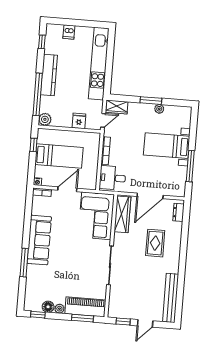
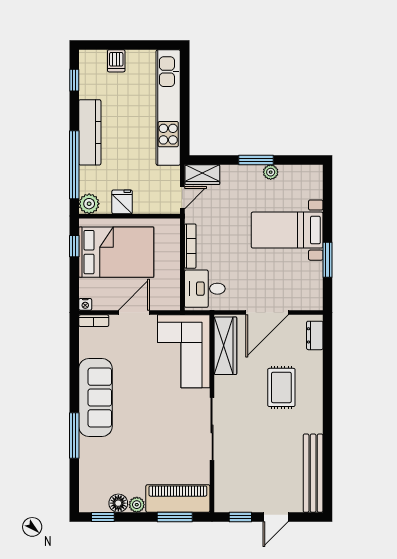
fridge: (79, 121) -> (122, 202), moved
bed: (59, 156) -> (116, 252), width x1.50
window: (190, 166) -> (328, 260), width x0.69

